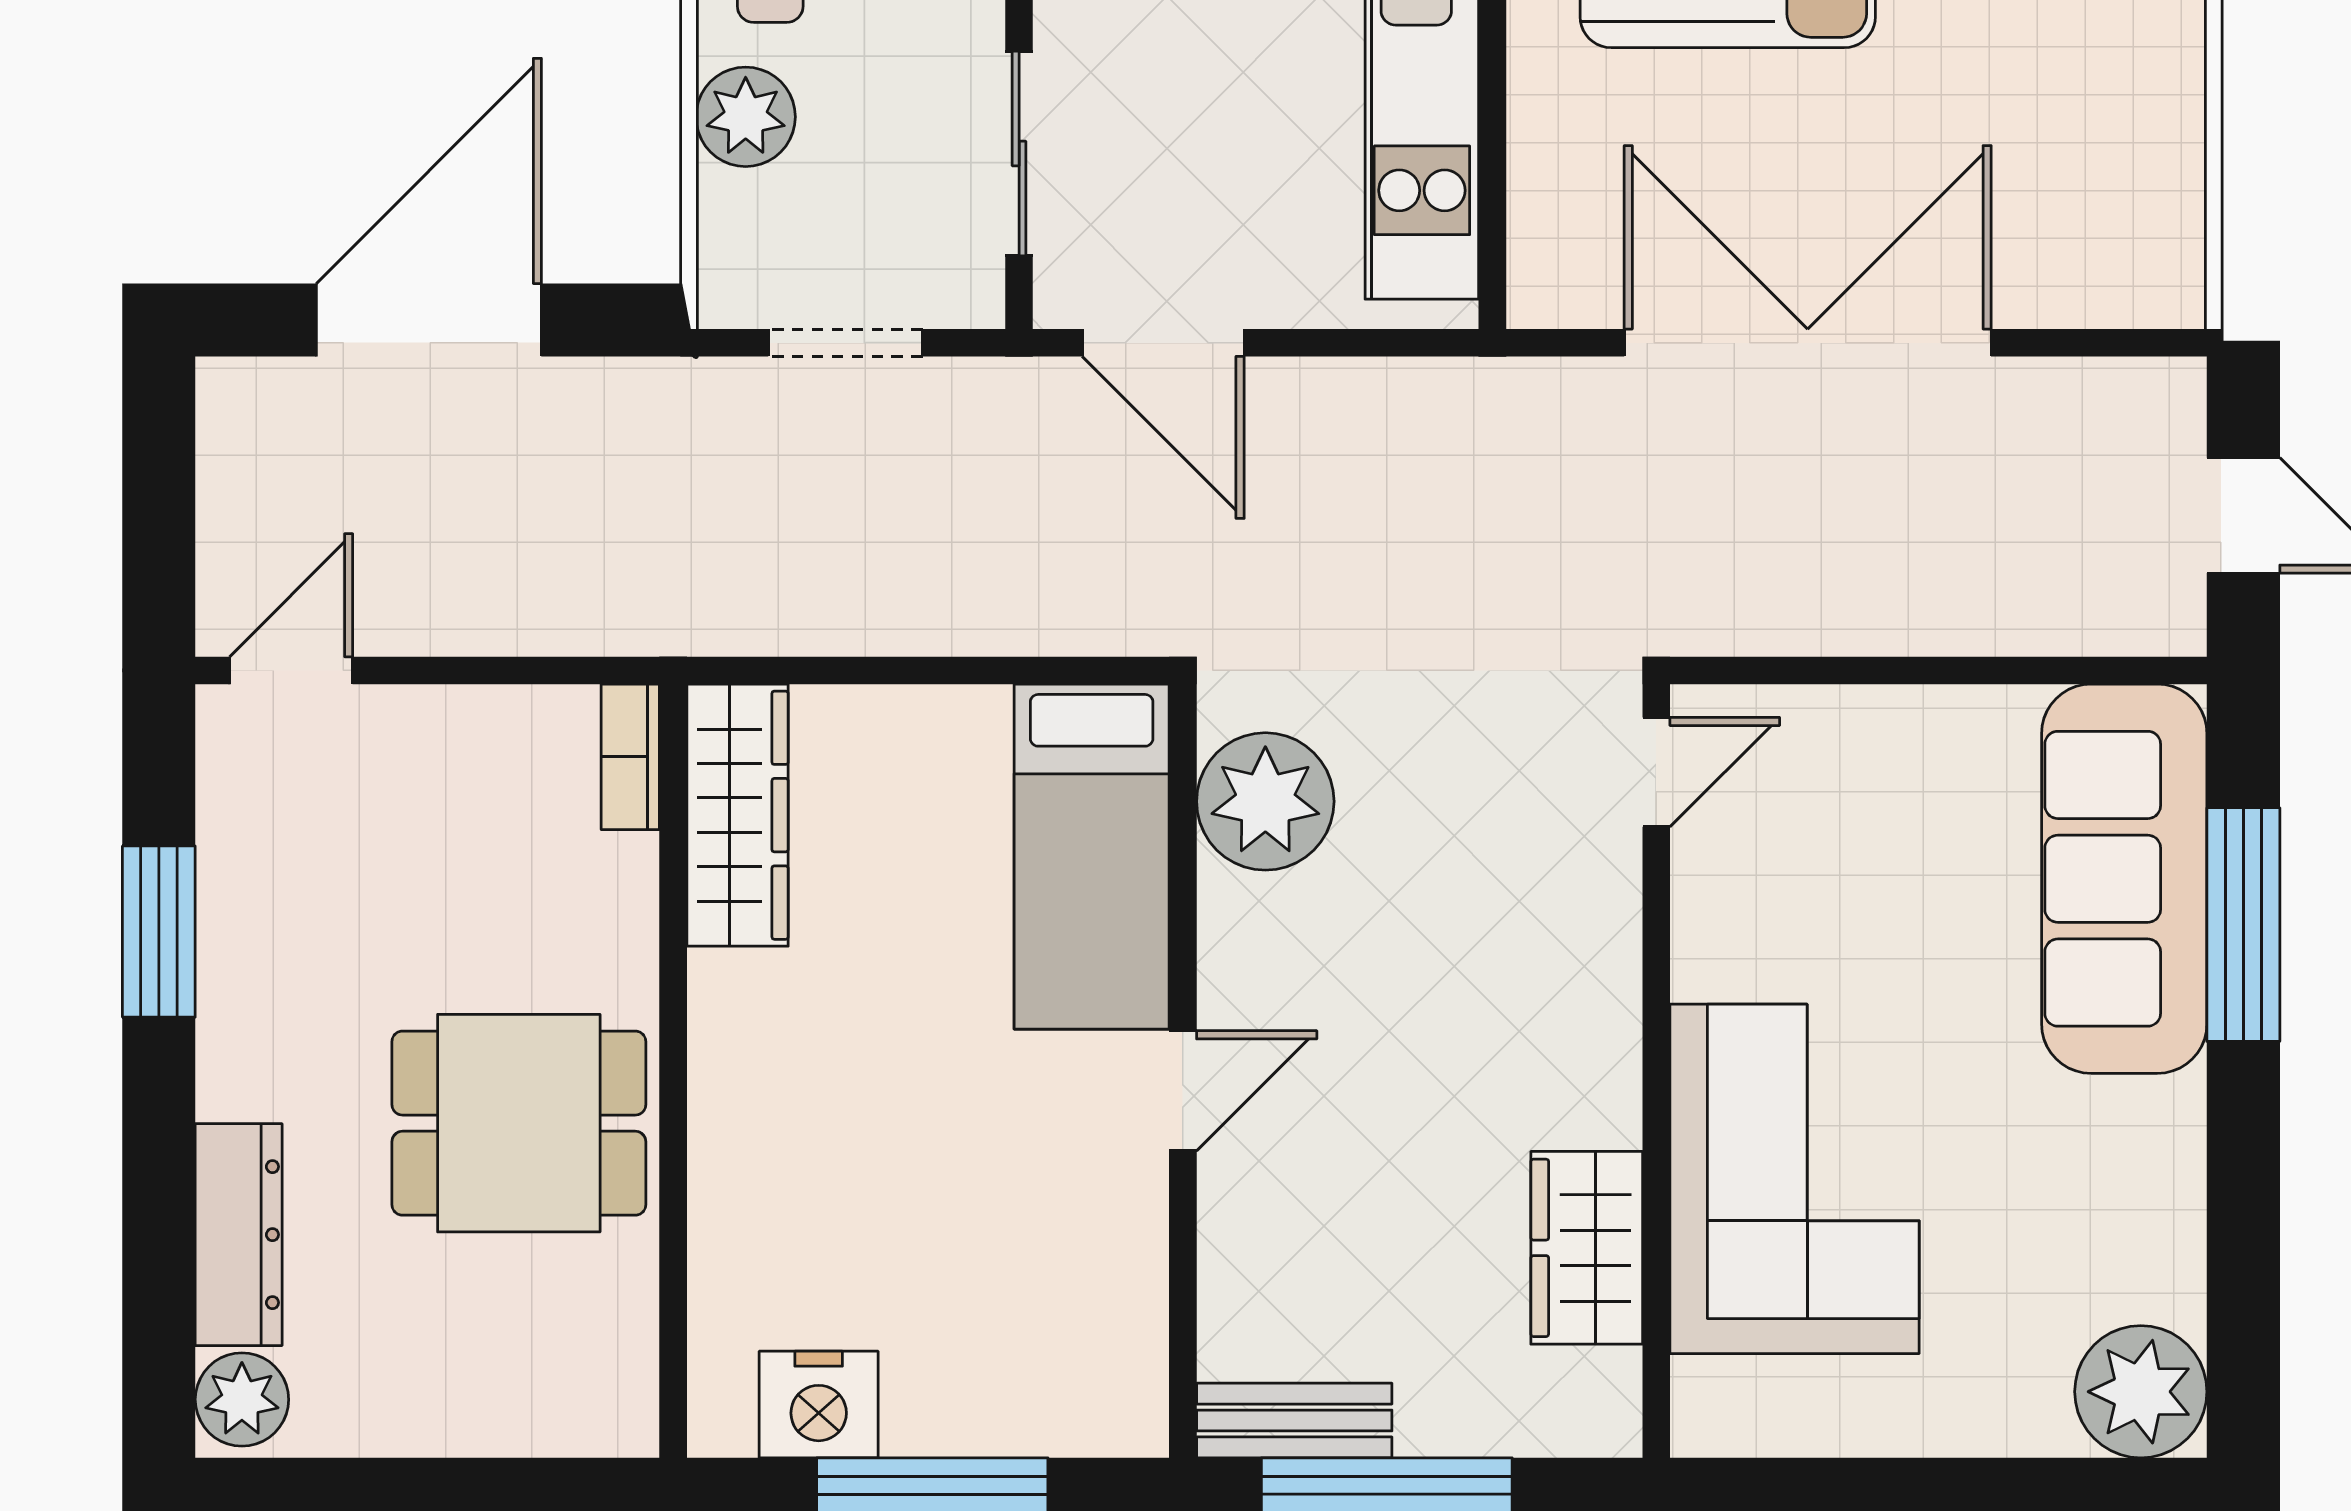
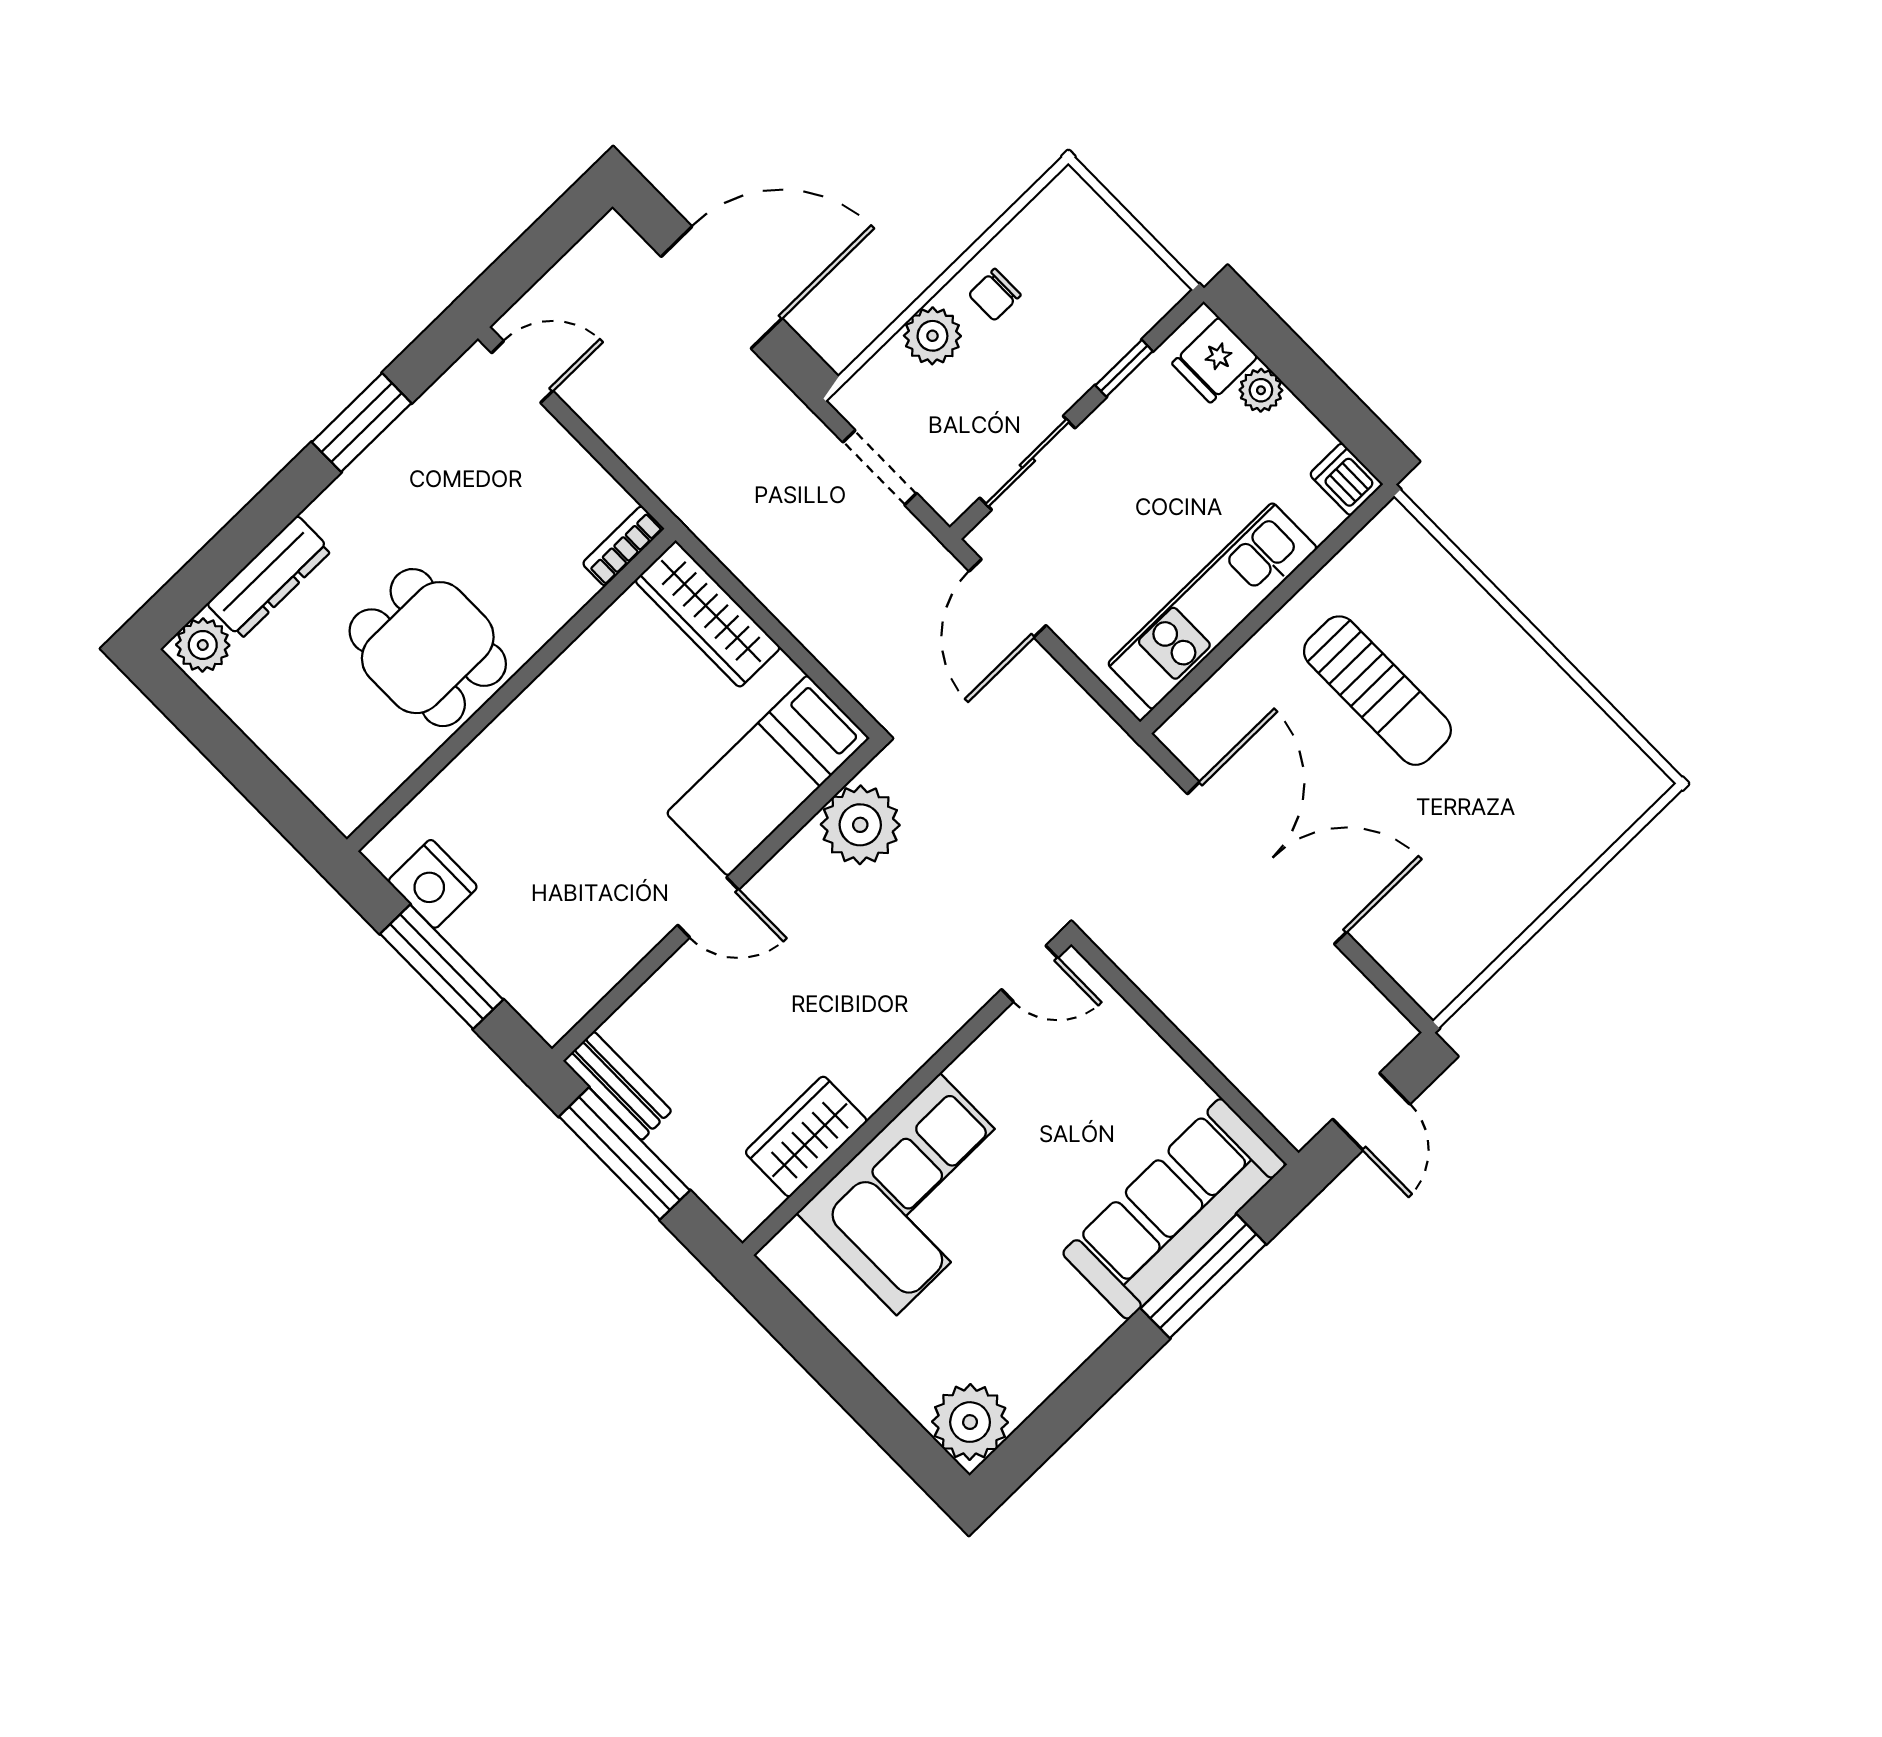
wardrobe: (737, 815) -> (708, 614), moved, turned 90

